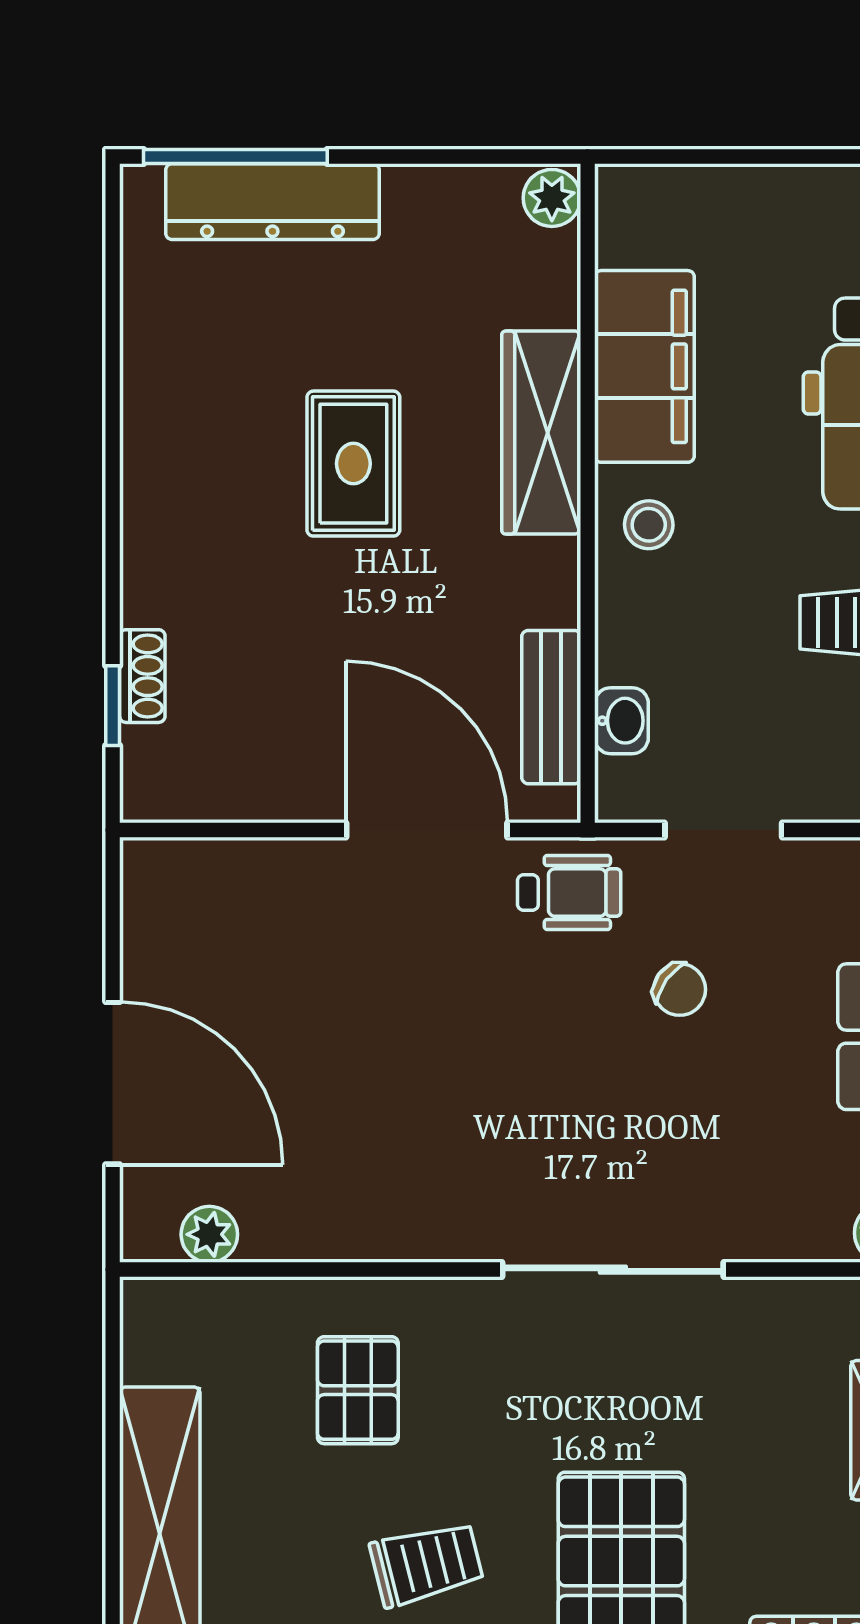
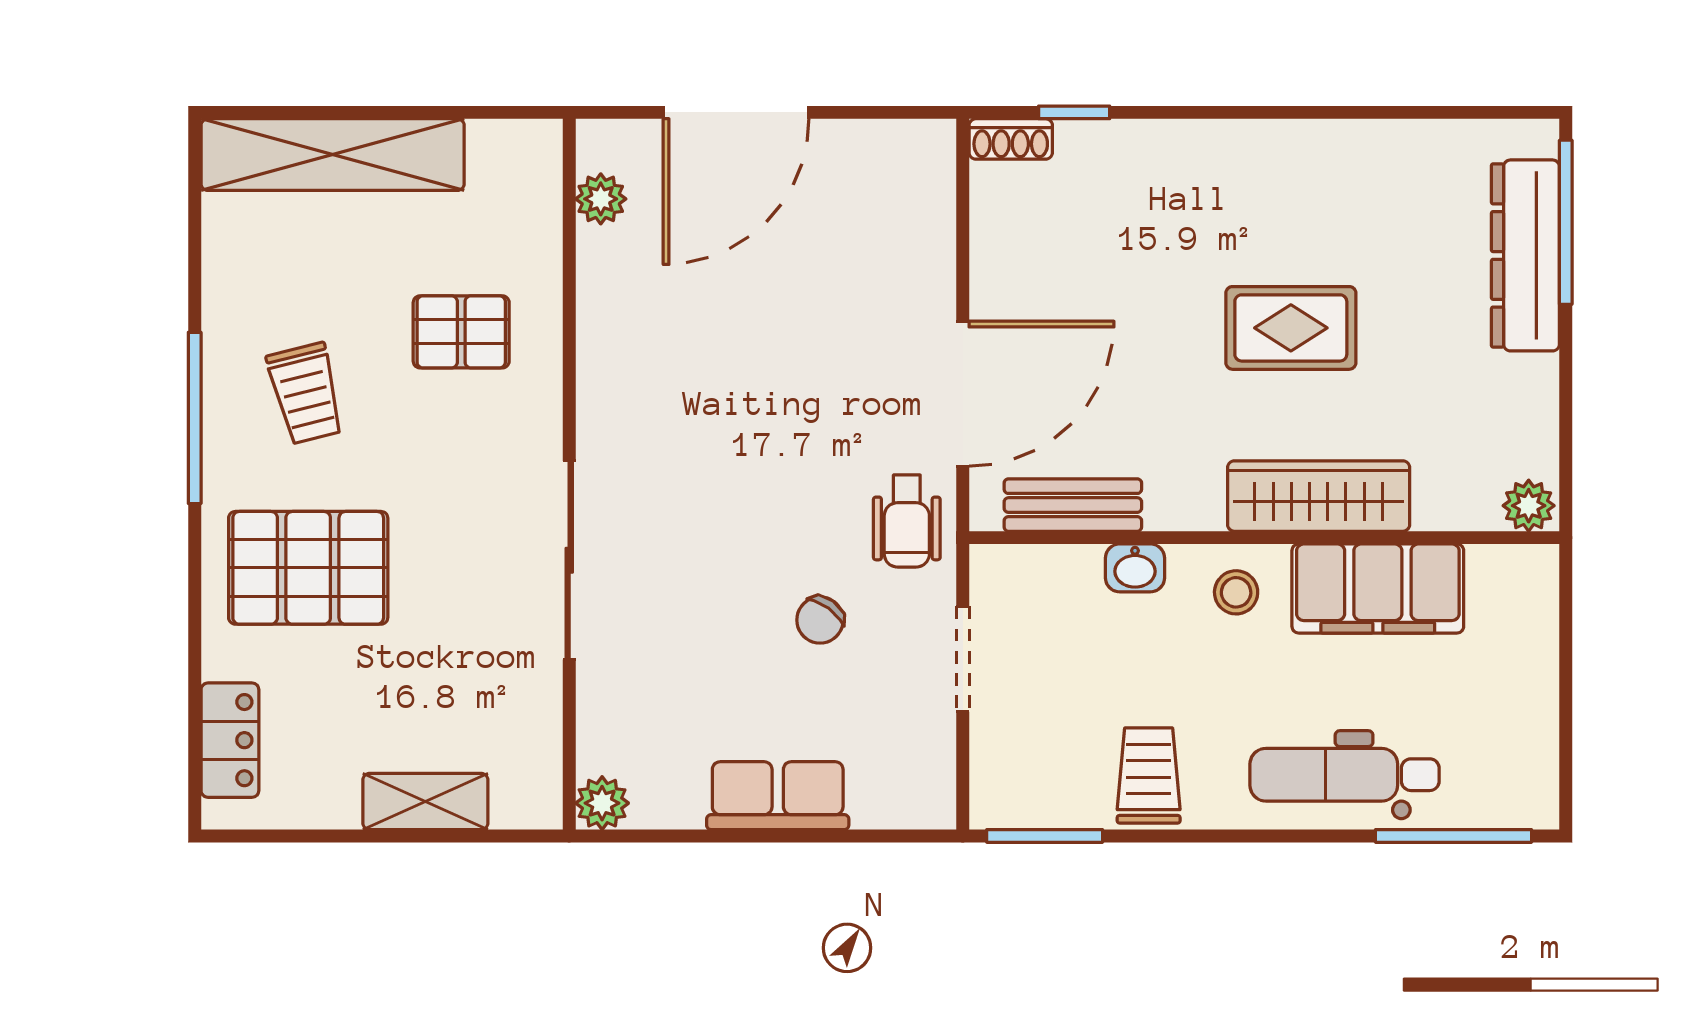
shoe rack: (142, 676) -> (1011, 139), moved
washbasin: (621, 721) -> (1135, 568), moved

